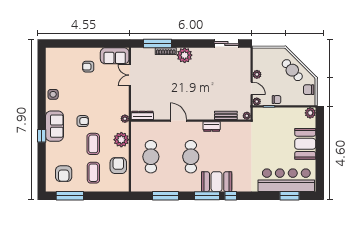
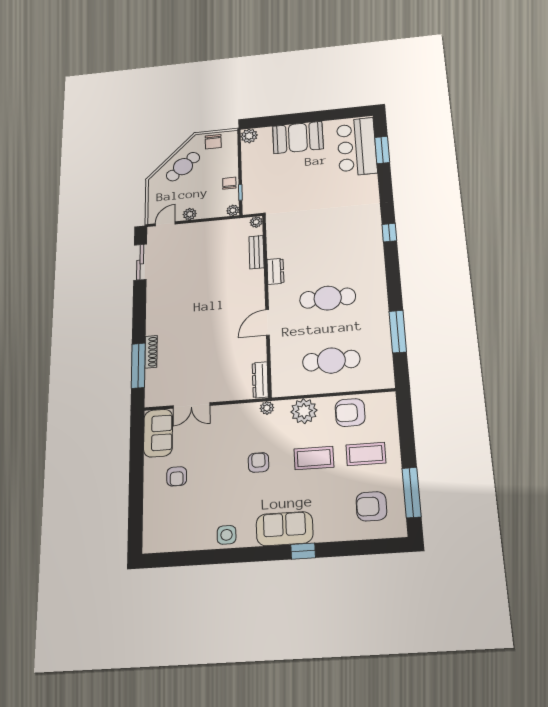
plant: (185, 55) -> (158, 322), removed
door: (252, 88) -> (165, 224), moved
armchair: (83, 121) -> (259, 462), moved
armchair: (64, 174) -> (371, 506), turned 180
bar counter: (286, 180) -> (357, 147), width x0.73
booth: (217, 182) -> (367, 256), removed
window: (207, 196) -> (392, 268), removed

